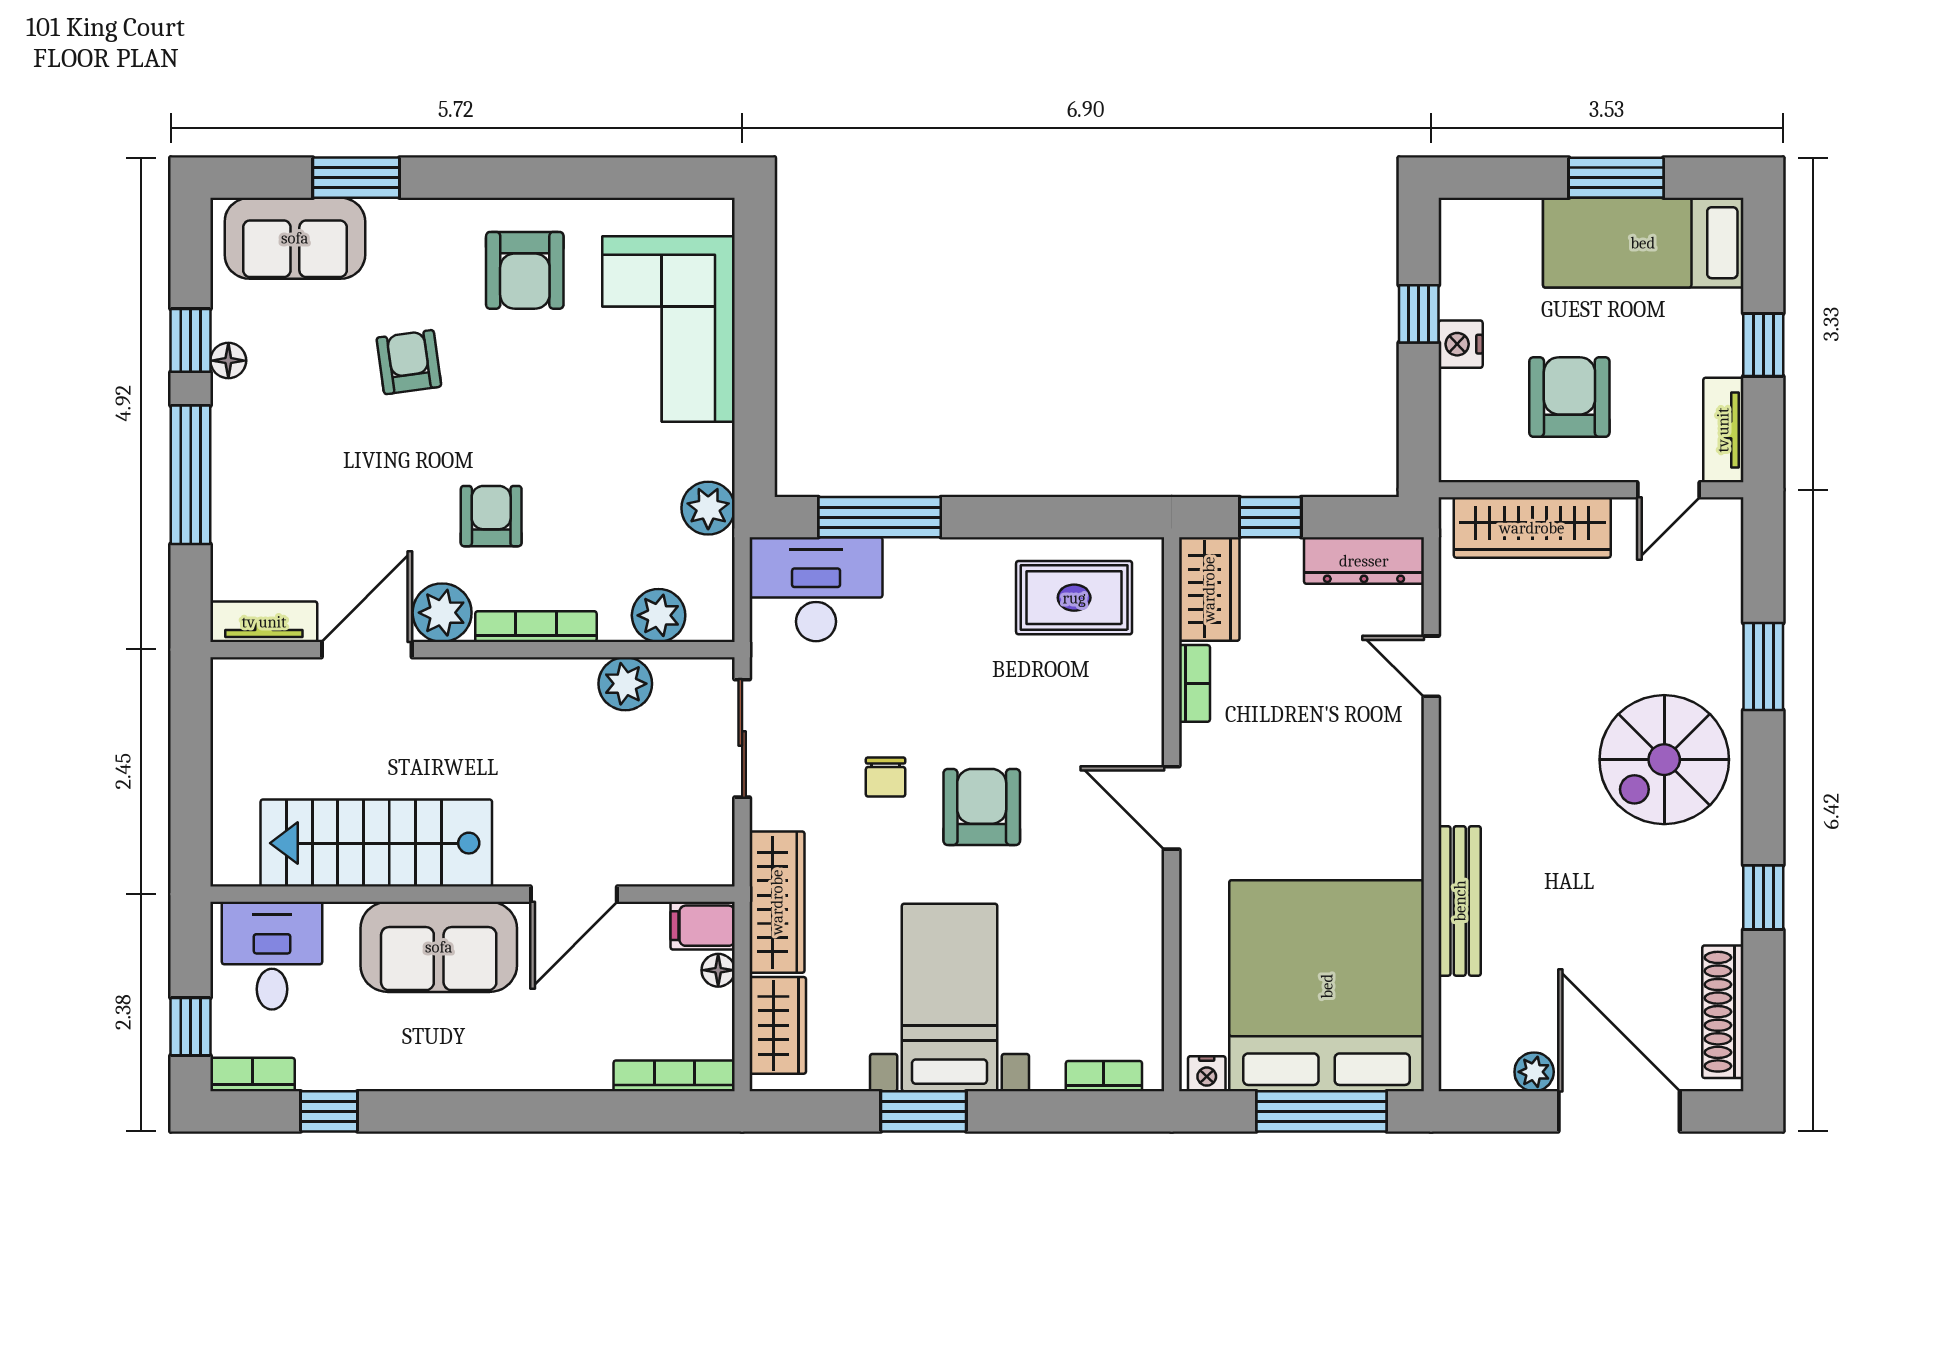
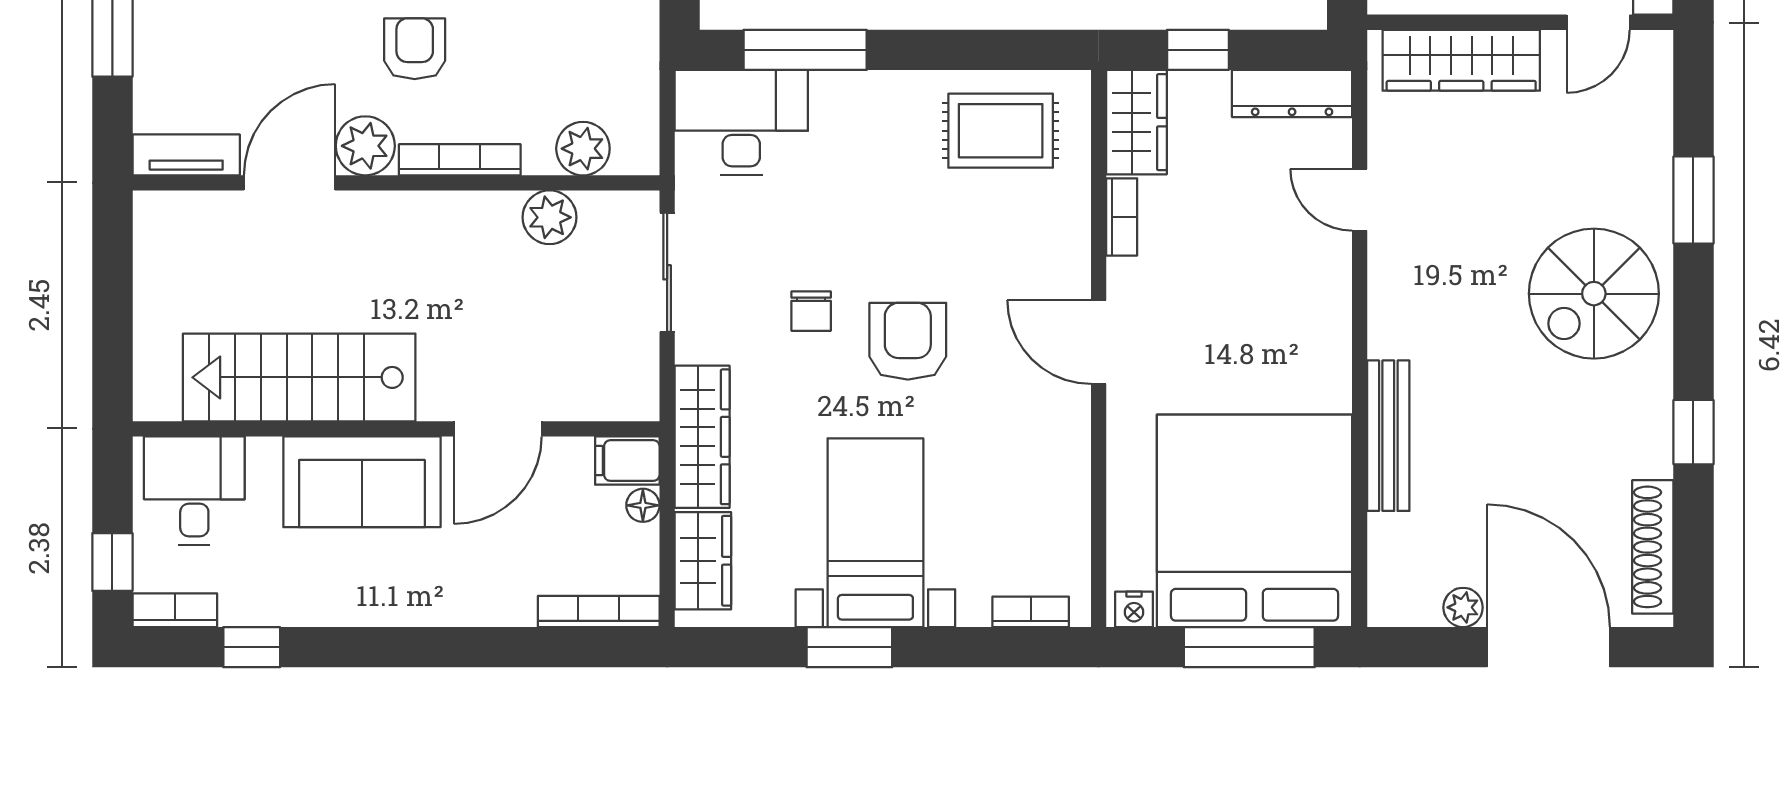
plant: (708, 508) -> (633, 41), removed

